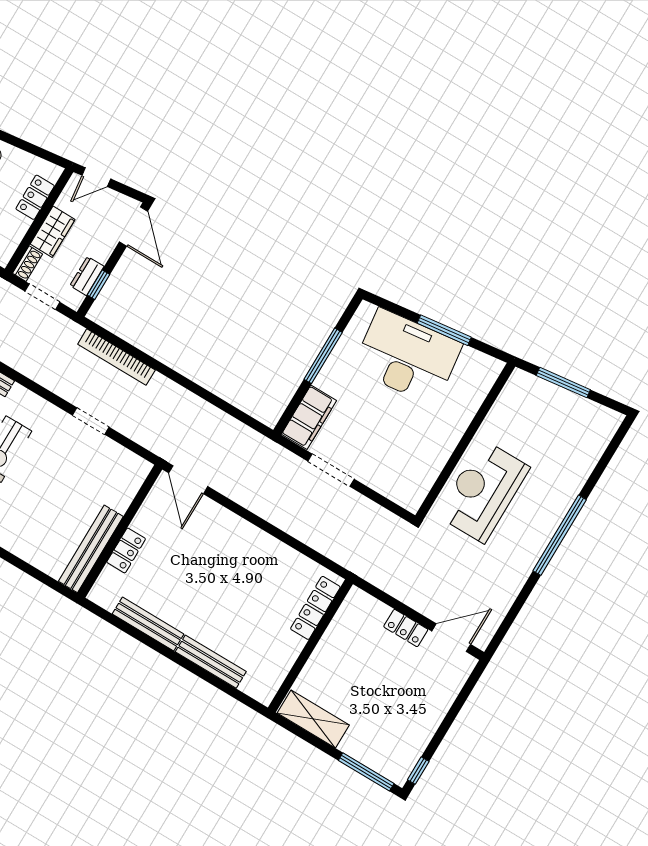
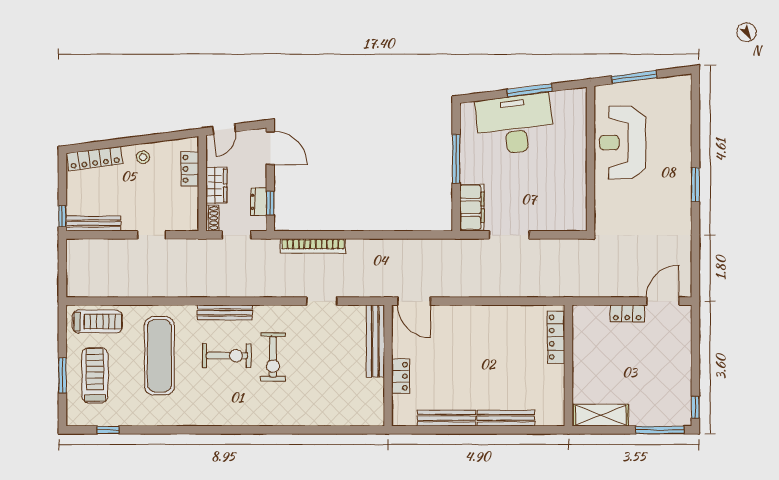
reception desk: (483, 491) -> (623, 143), moved
window: (560, 535) -> (695, 185), width x0.47
bench: (91, 549) -> (375, 341), moved

